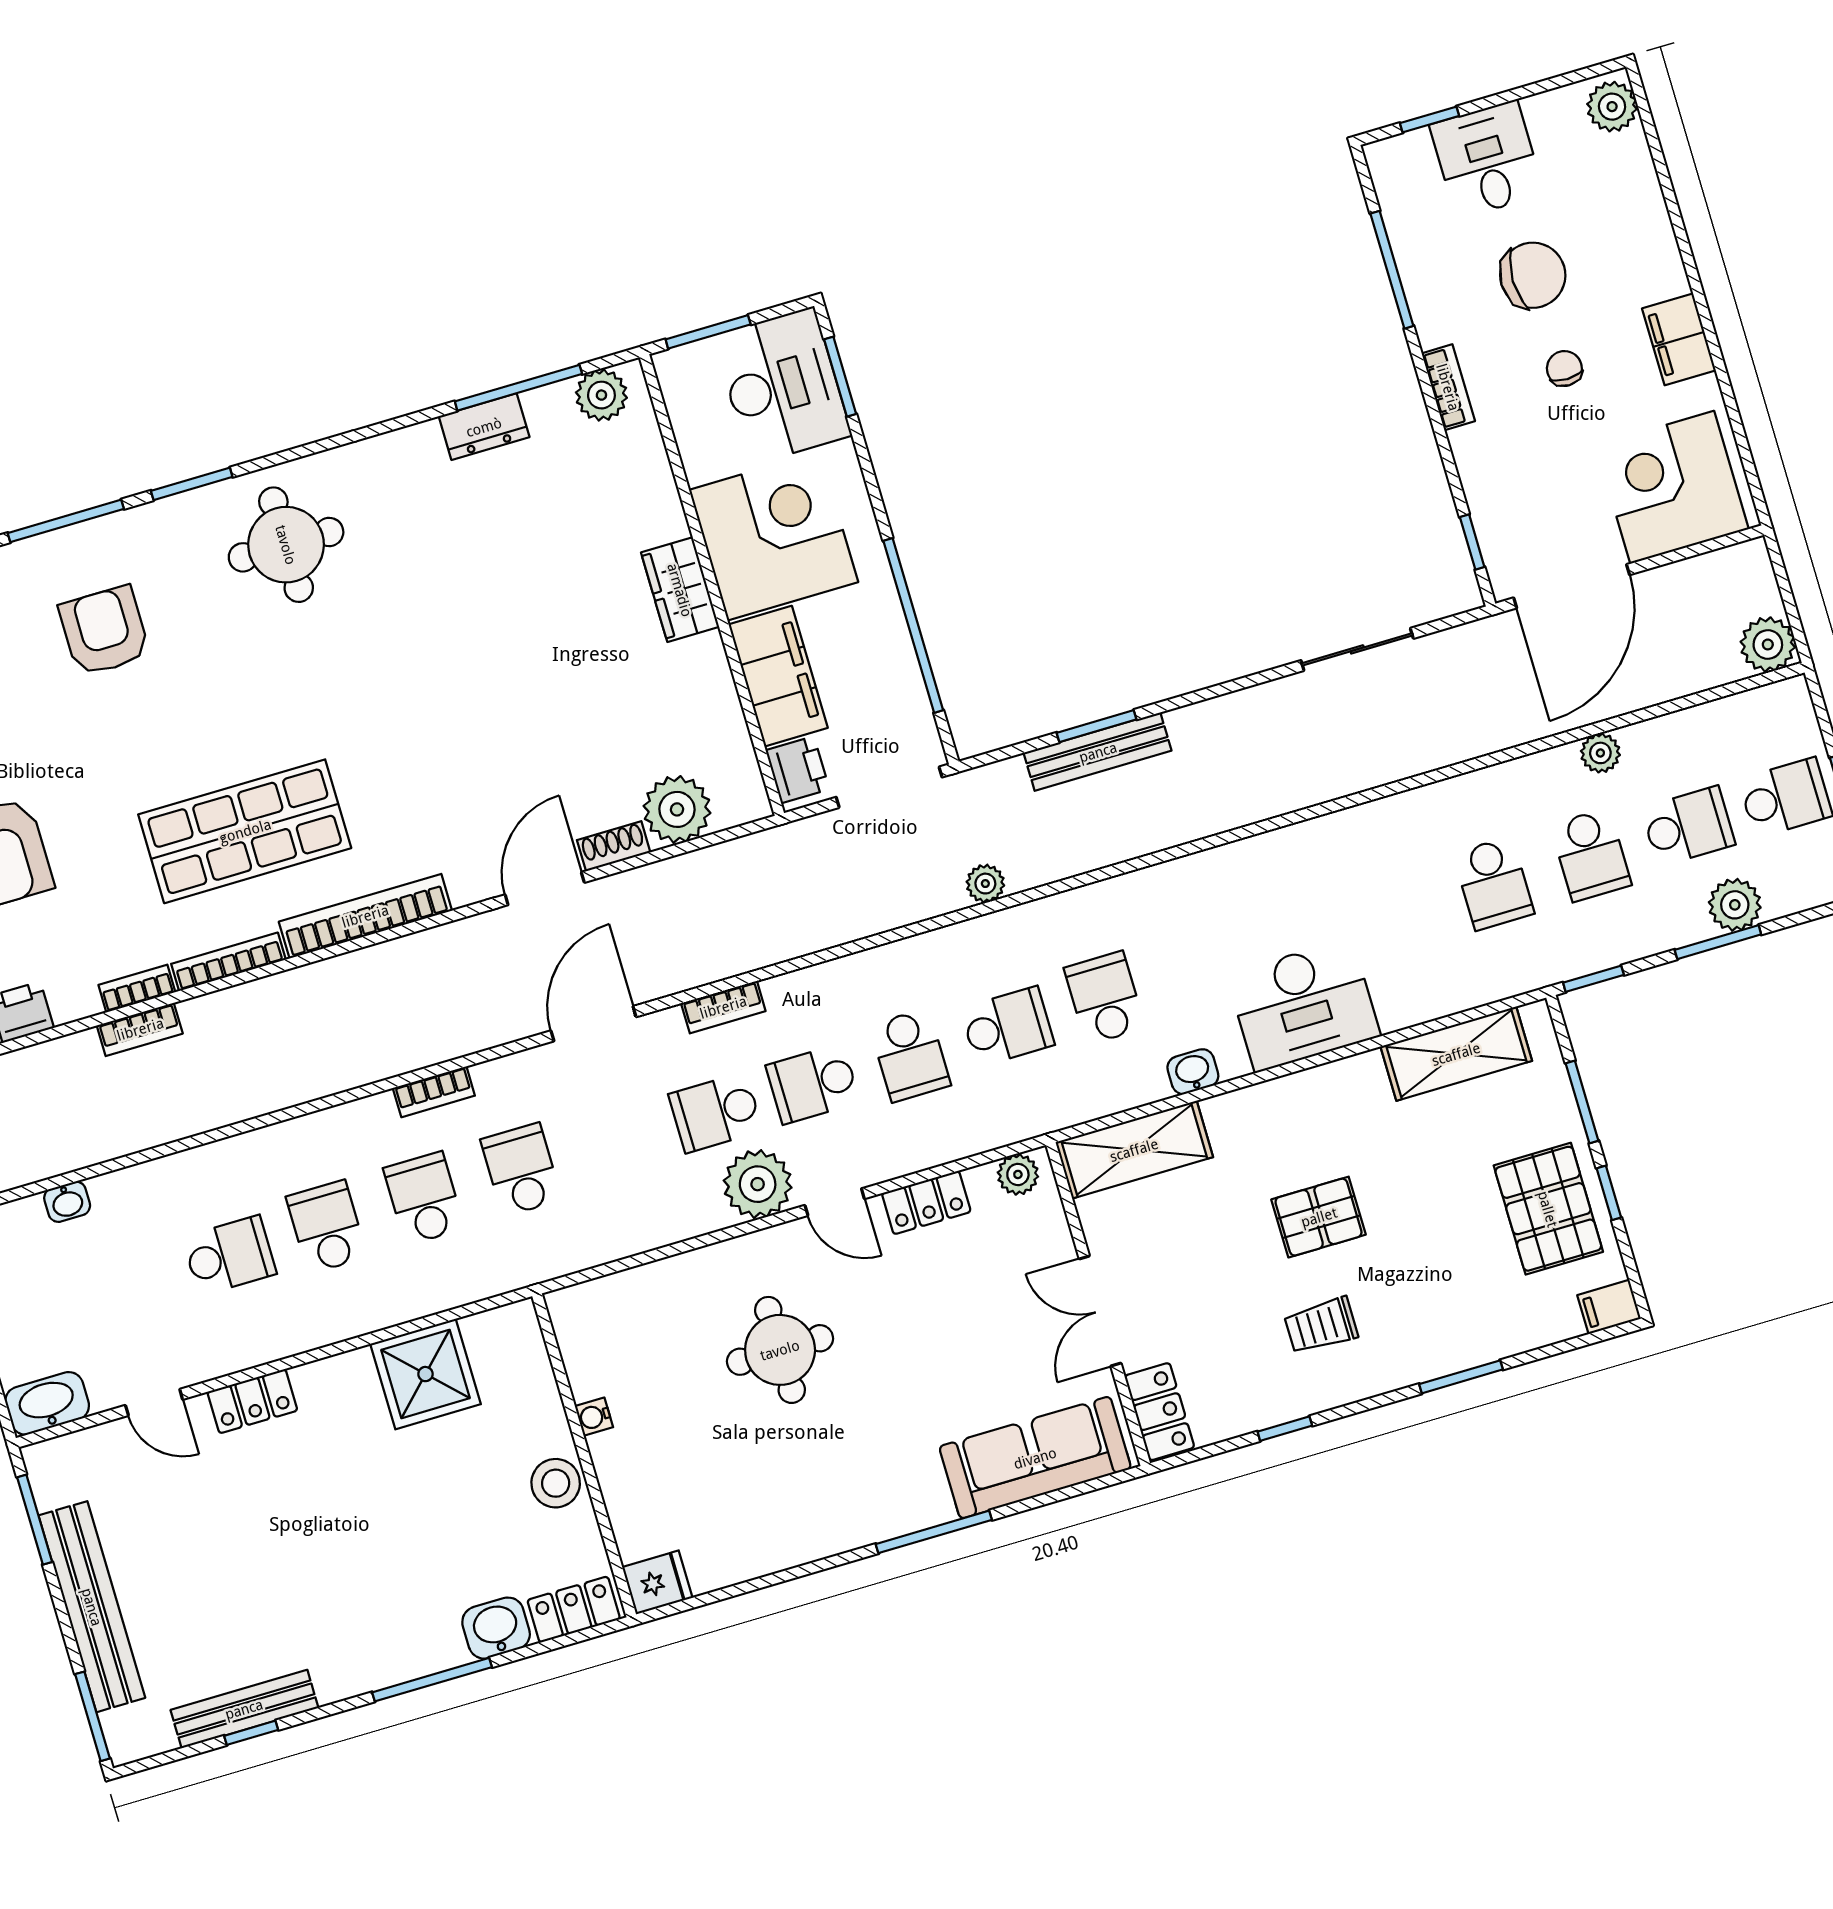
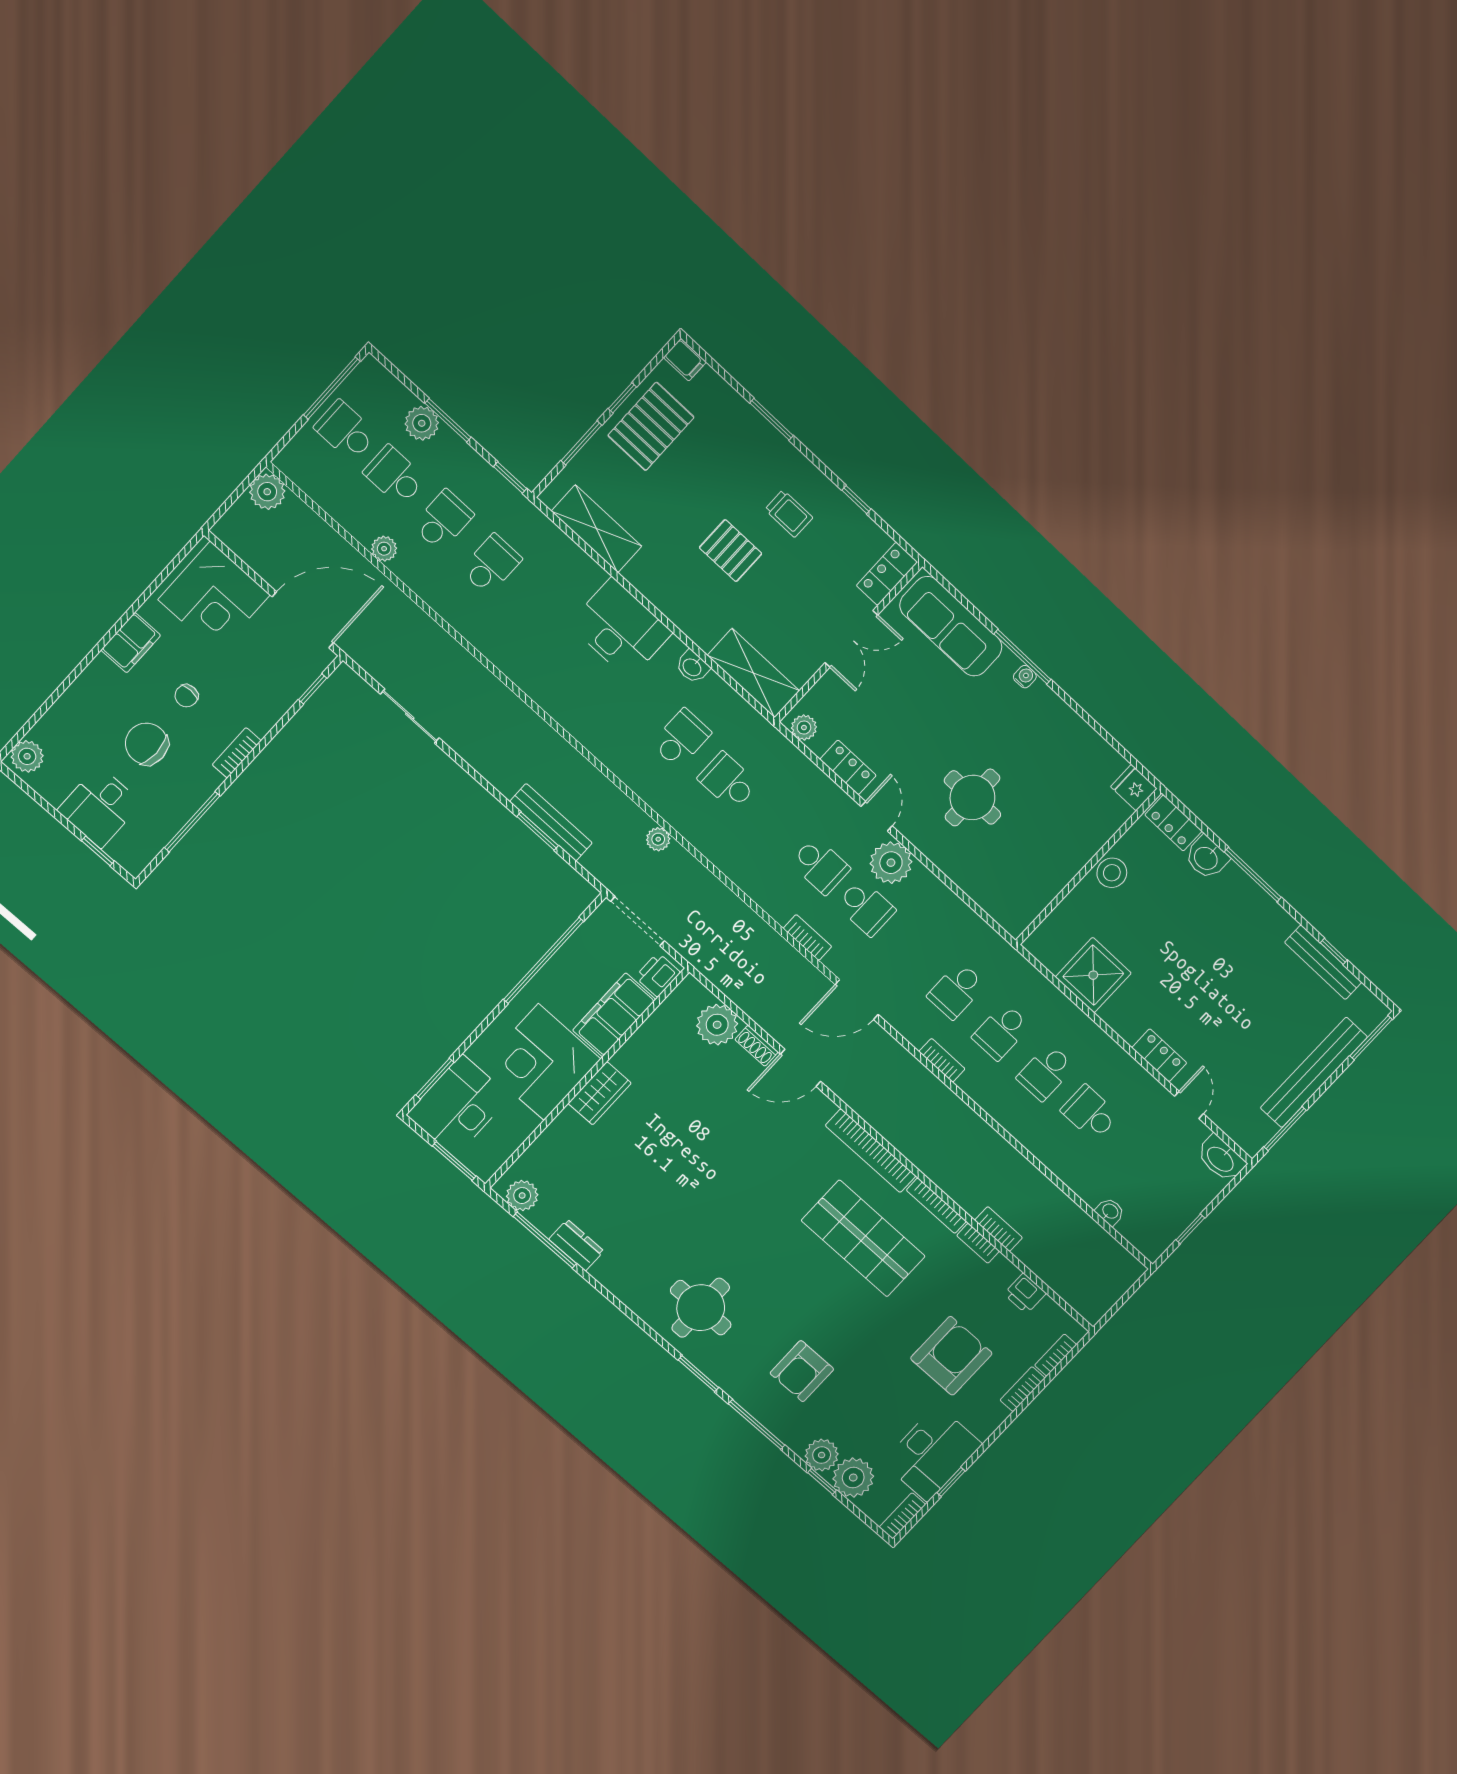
school desk: (1105, 998) -> (681, 738), turned 180
school desk: (910, 1055) -> (774, 824), removed
water cooler: (594, 1417) -> (1025, 677), moved, turned -90

